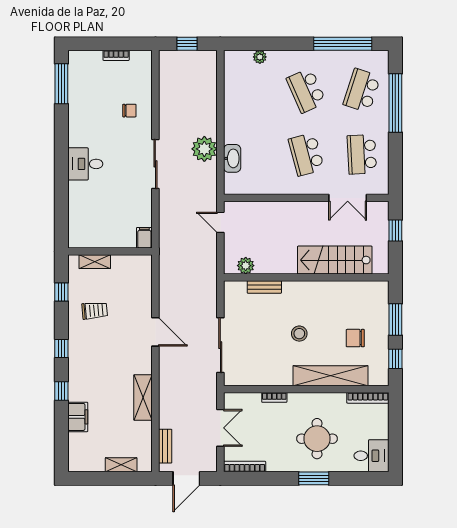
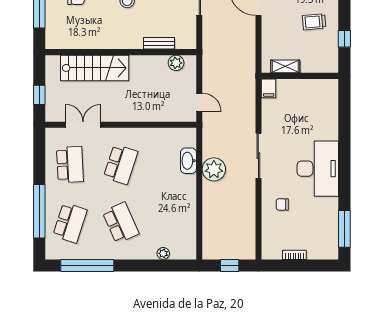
school desk: (306, 154) -> (121, 164), turned 33
desk: (85, 164) -> (318, 169), width x1.87, depth x1.30
shelving: (95, 262) -> (285, 66), moved

